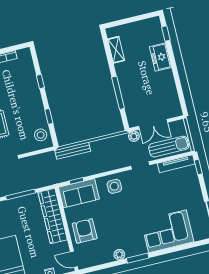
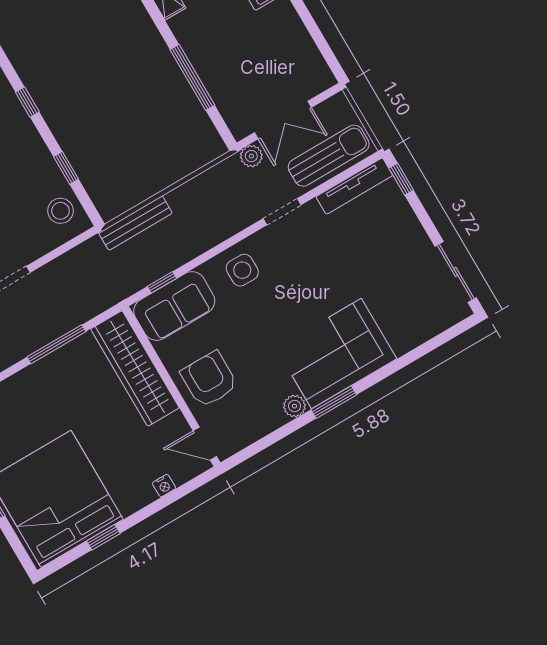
corner sofa: (167, 231) -> (336, 354), moved

